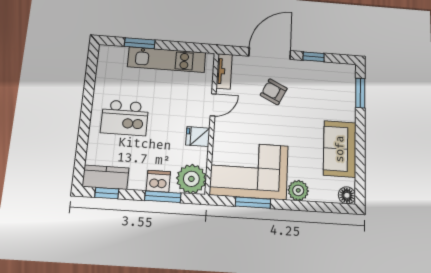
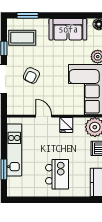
tv unit: (224, 71) -> (19, 110), removed
coffee table: (329, 83) -> (22, 38), added

